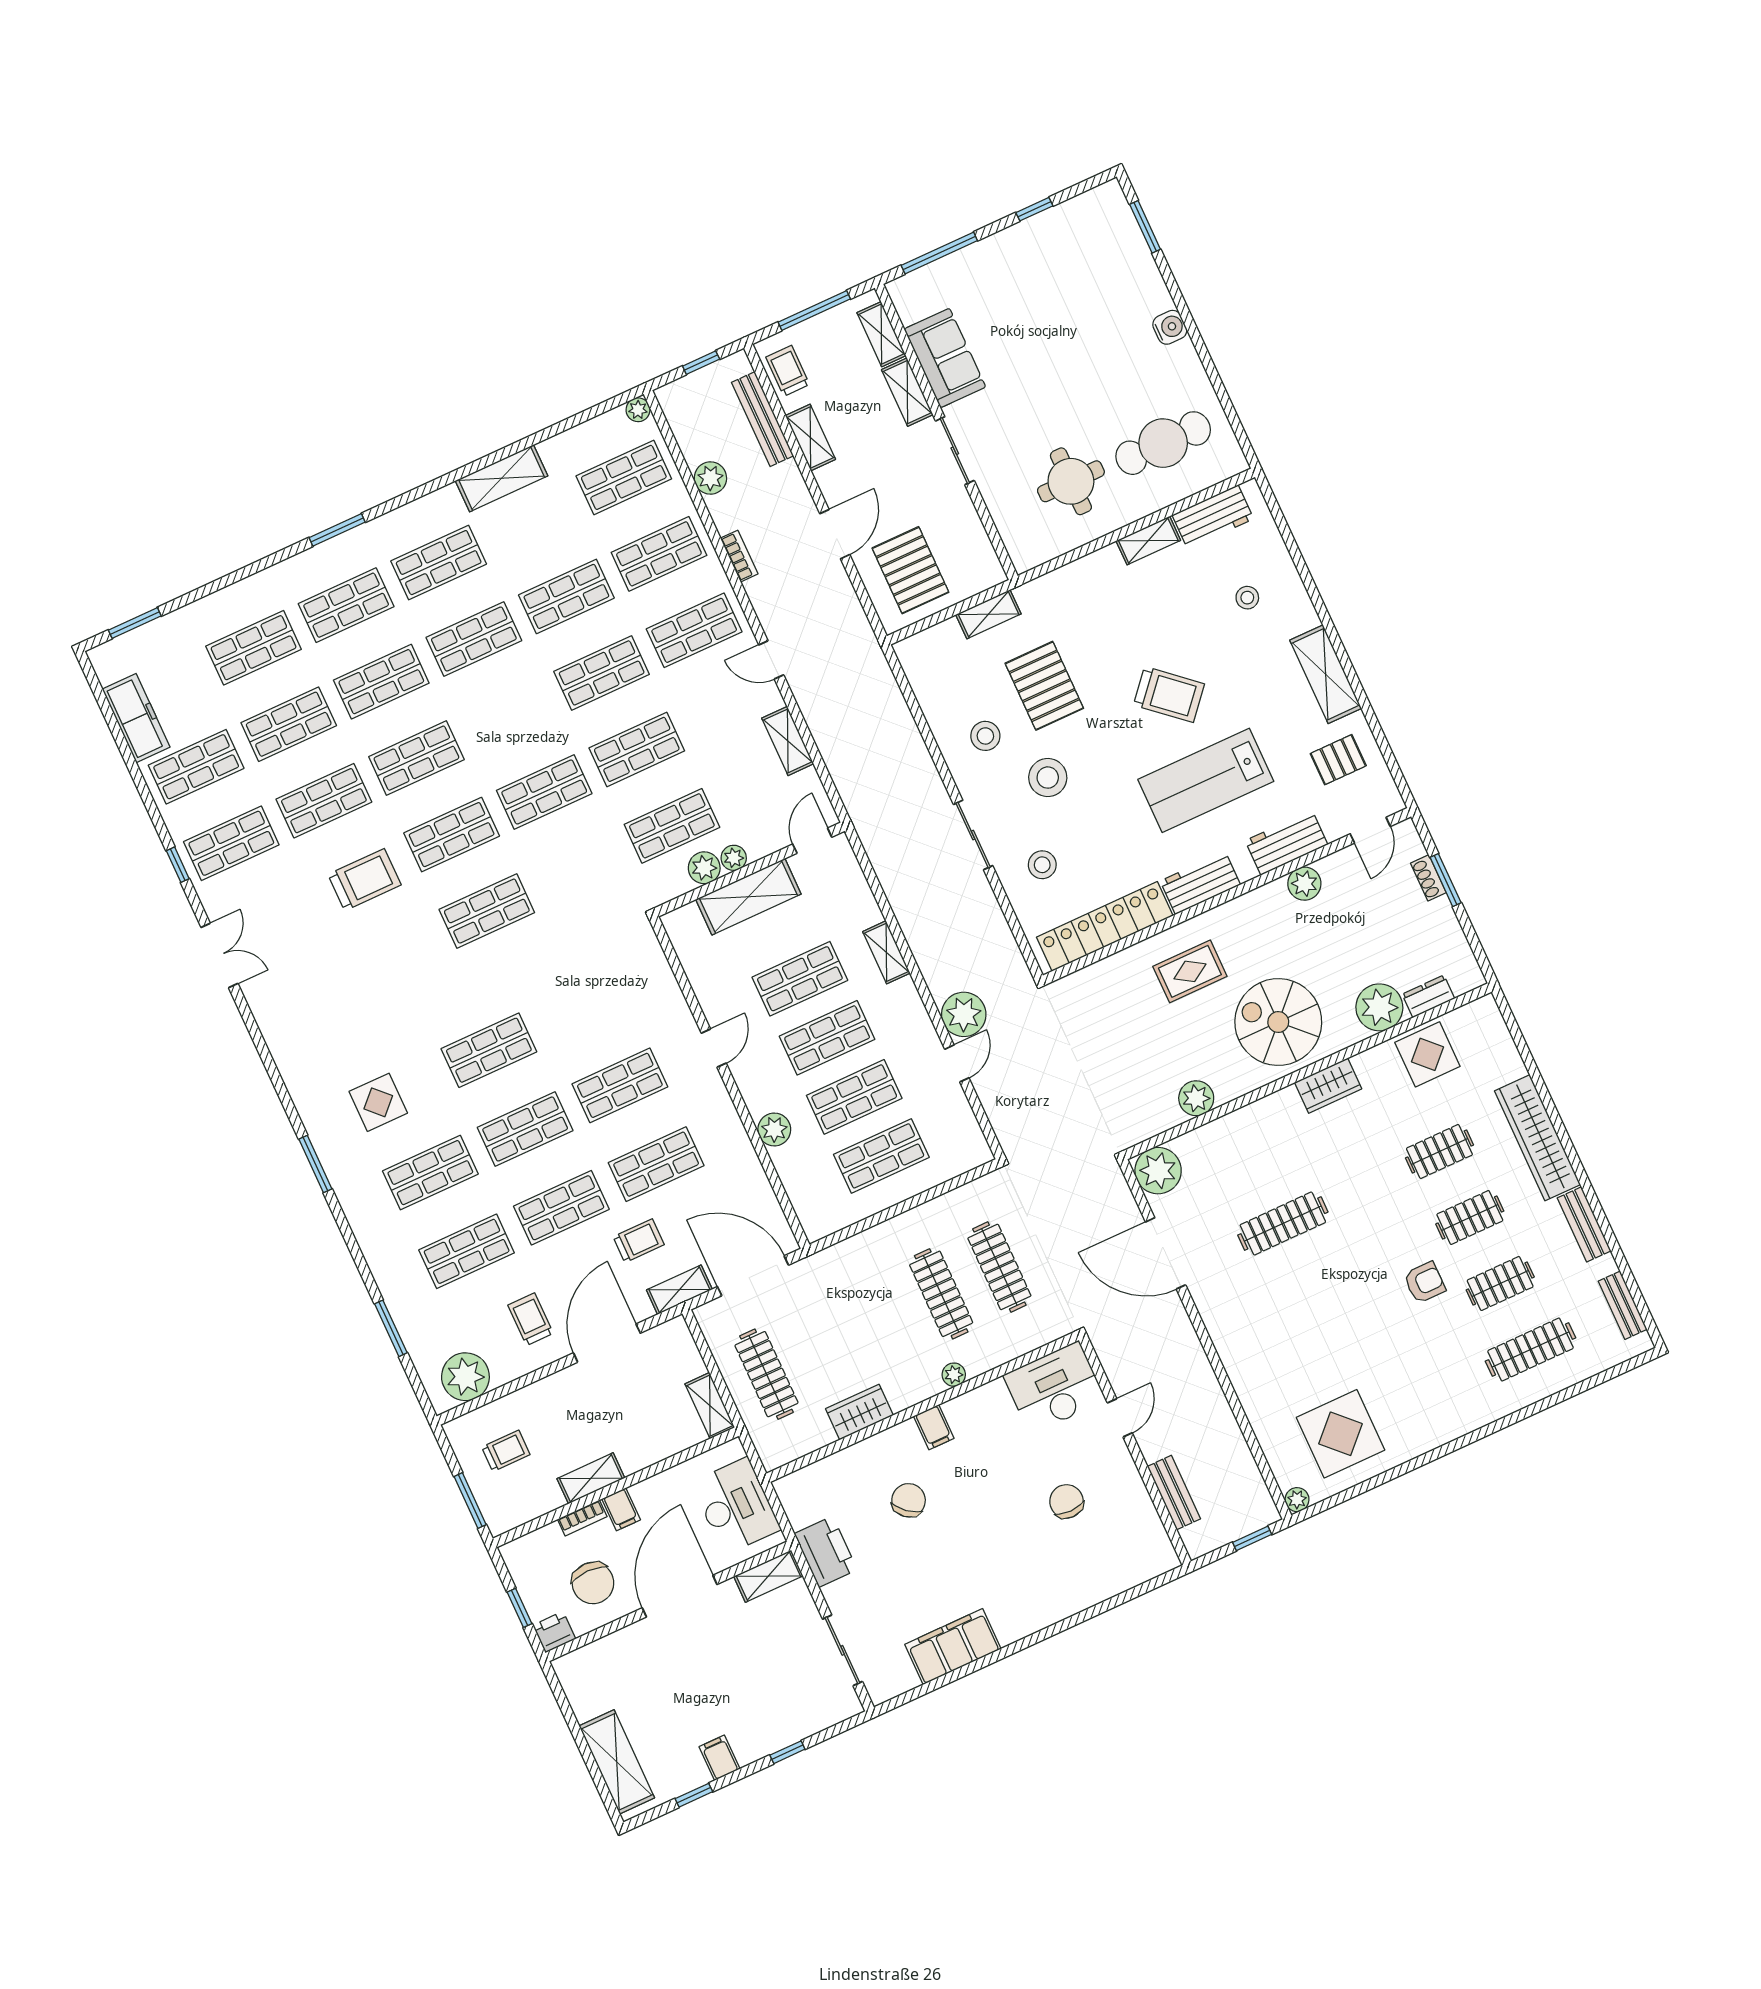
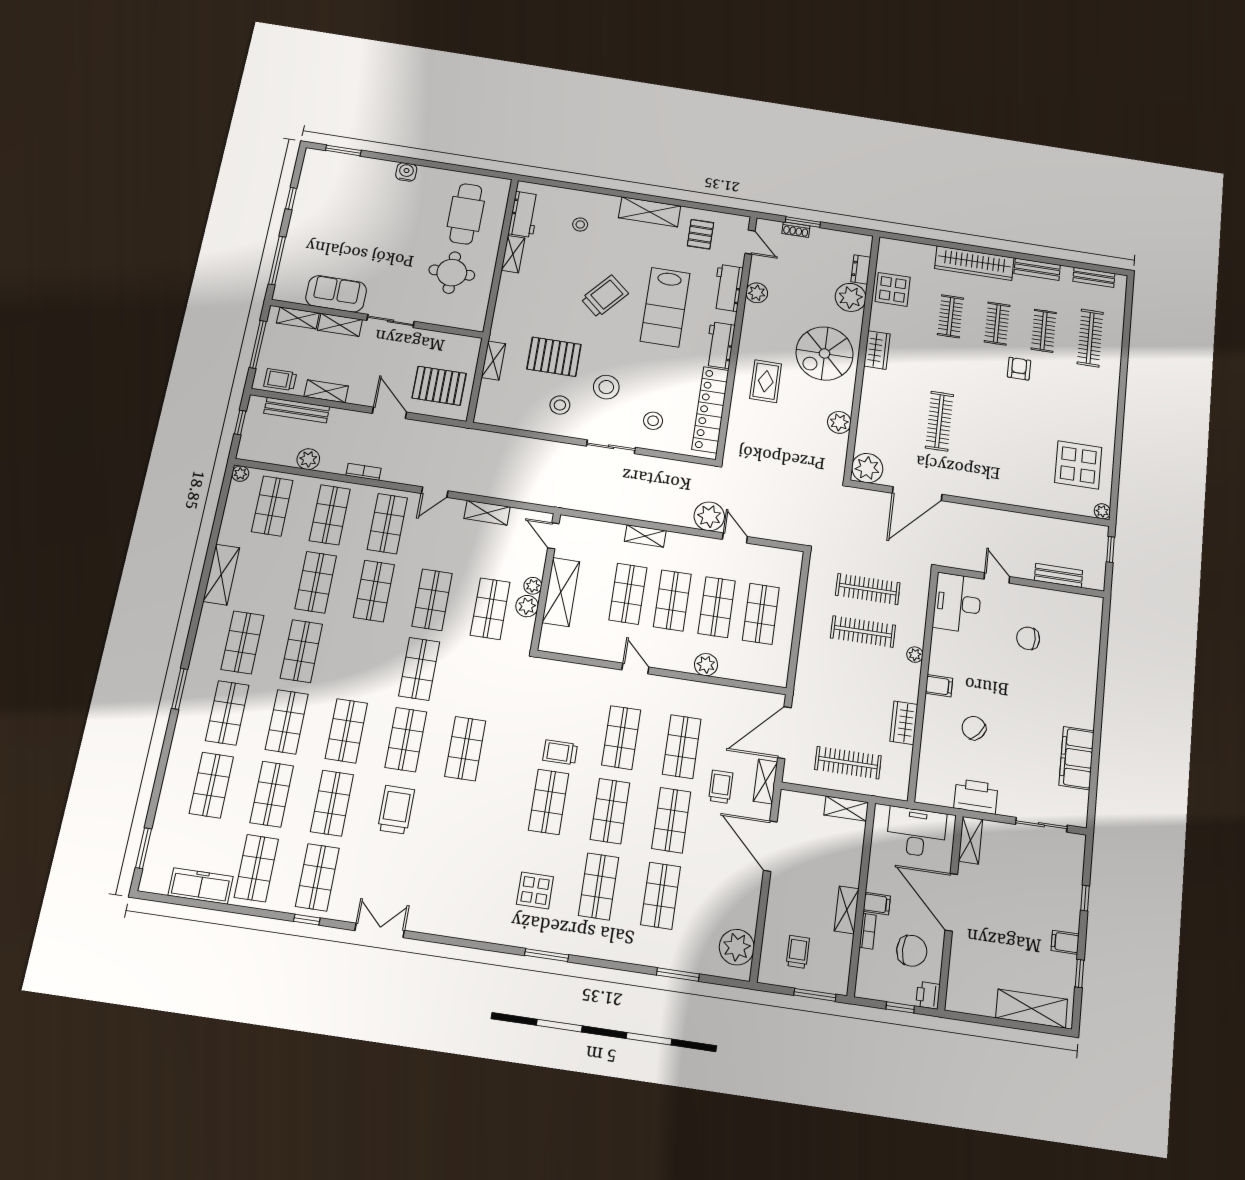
trolley: (531, 1319) -> (560, 752), moved

